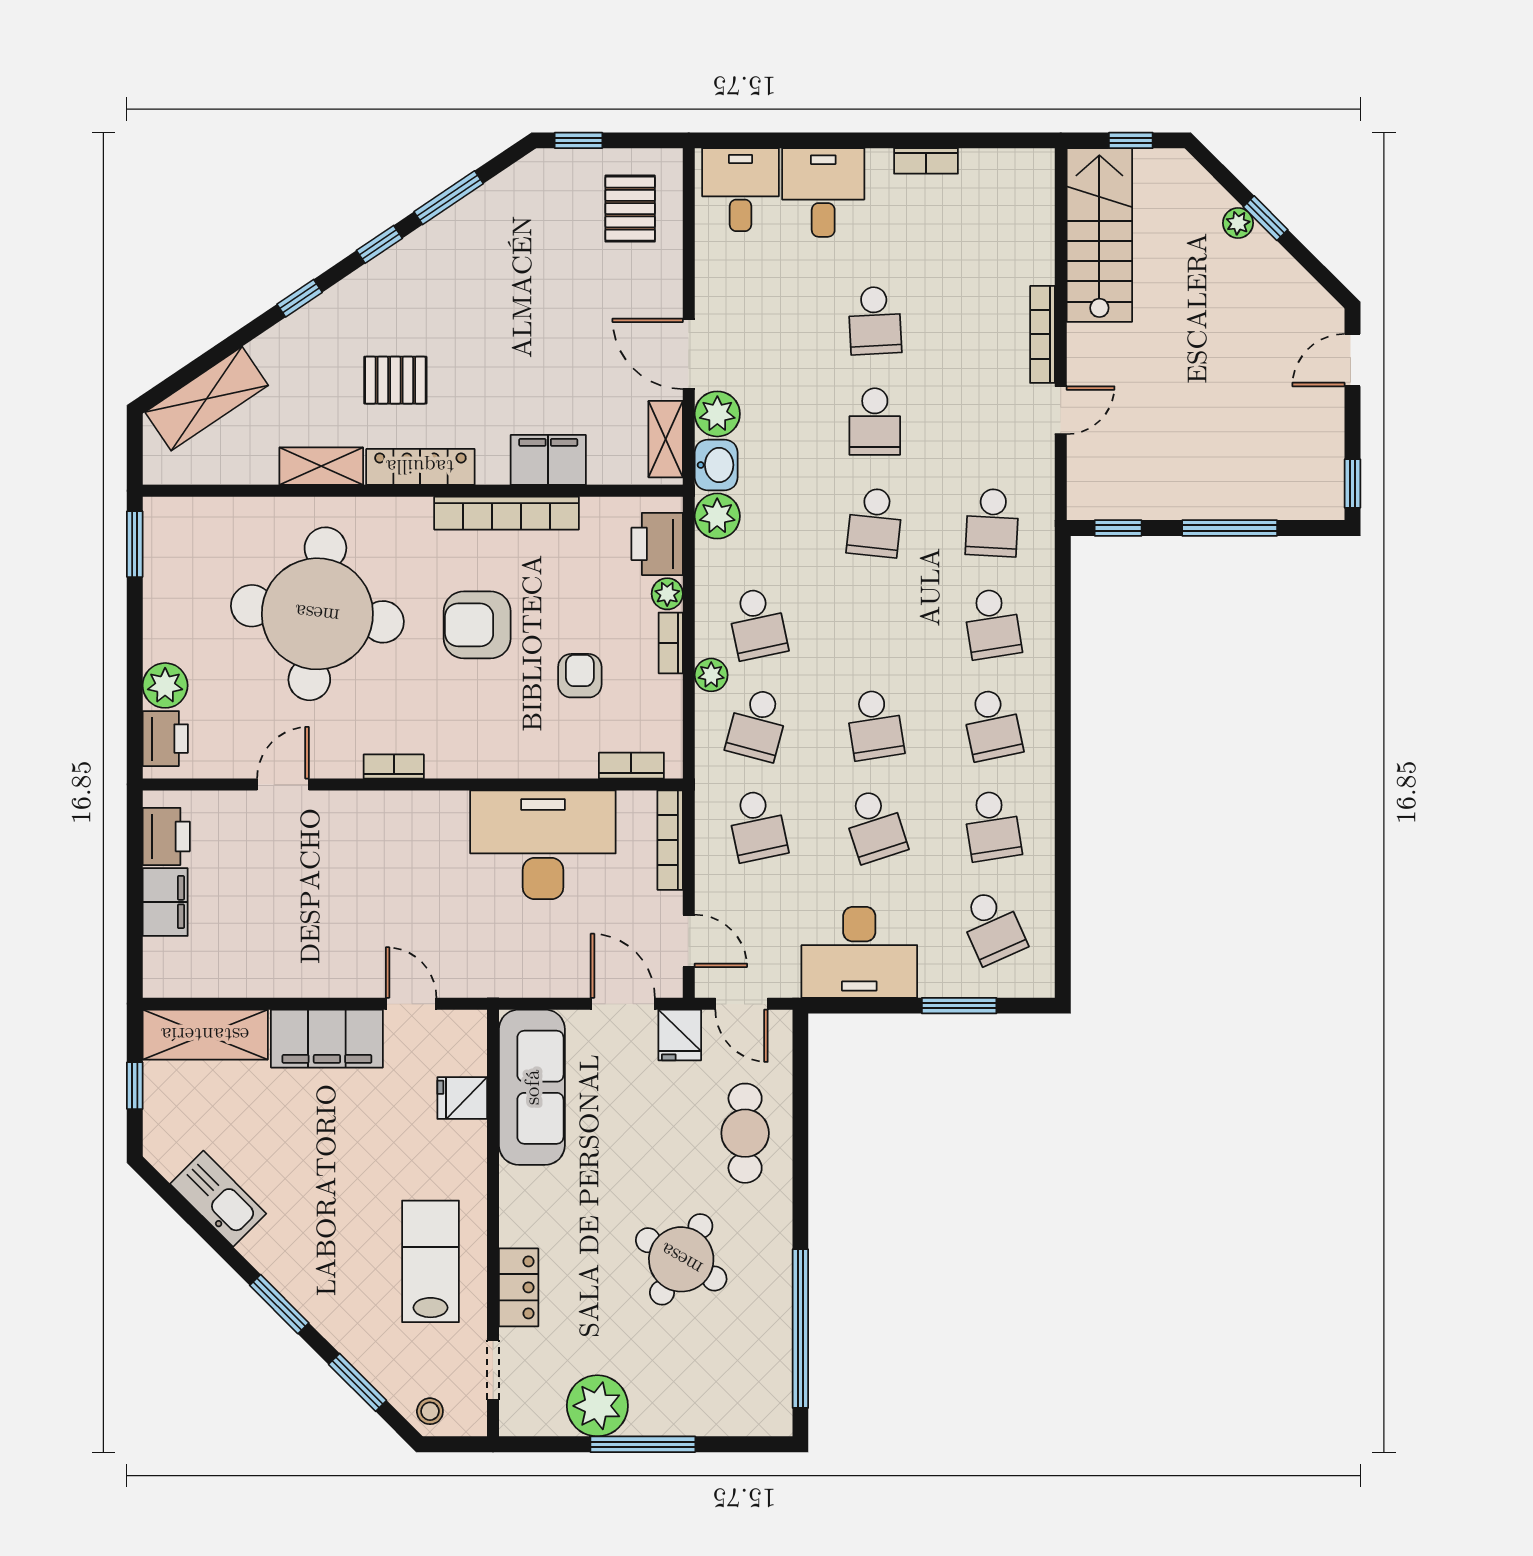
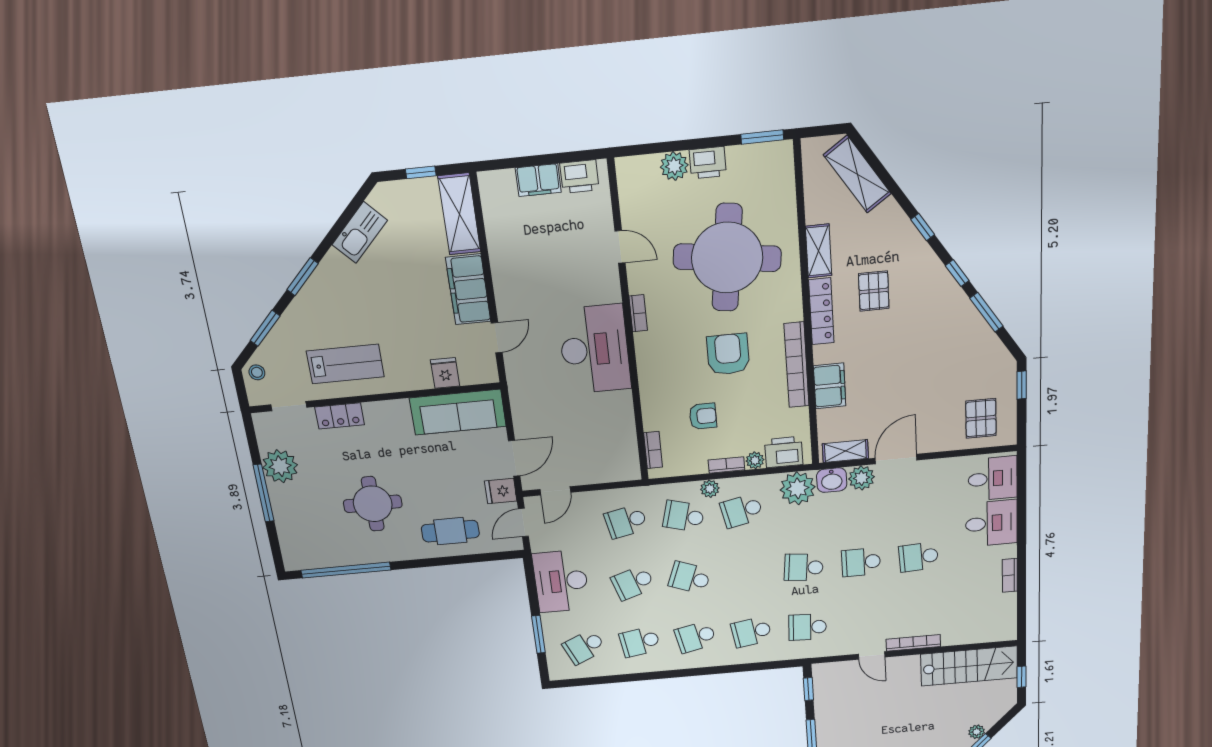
pallet: (630, 209) -> (981, 418), turned 90
plant: (717, 516) -> (798, 488), width x1.36, depth x1.36
school desk: (875, 725) -> (690, 578), turned 30
printer: (165, 739) -> (708, 163), moved
bookcase: (670, 840) -> (612, 475), removed
desk: (543, 845) -> (595, 349), moved
round table: (681, 1259) -> (373, 504), turned -30

